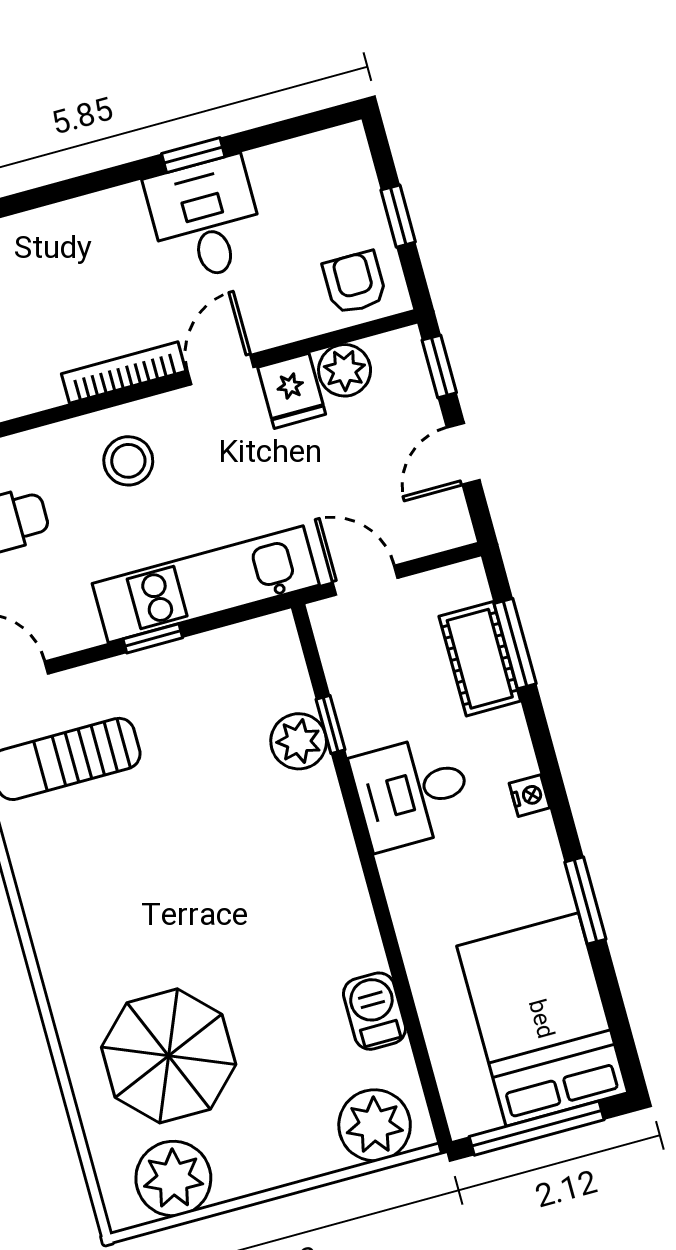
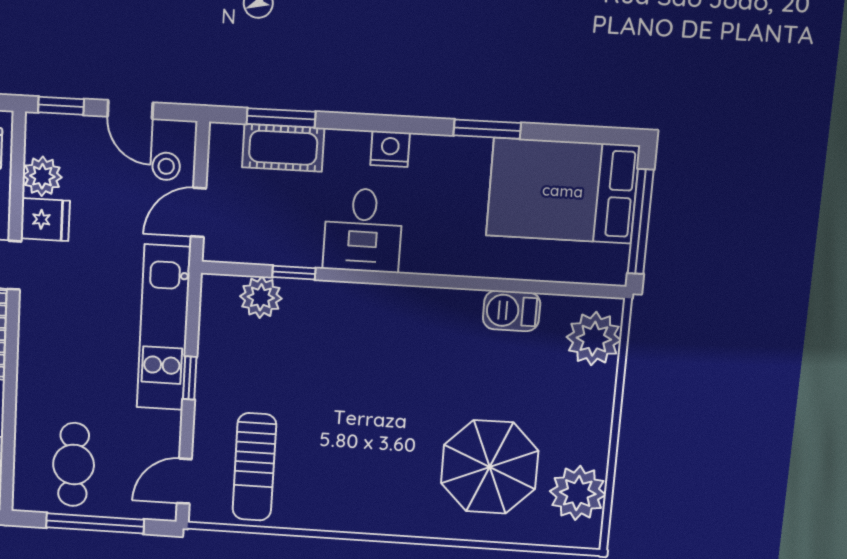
stool: (128, 461) -> (166, 166), moved, width x0.73, depth x0.73
plant: (299, 741) -> (261, 297), moved
nightstand: (530, 796) -> (390, 149), width x1.39, depth x1.35

